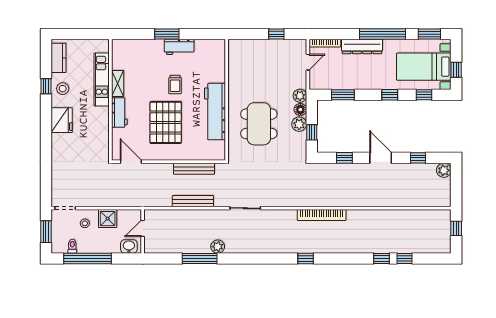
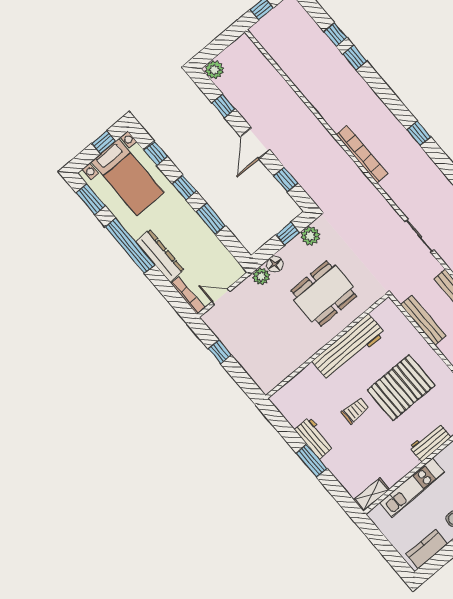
shelving: (118, 83) -> (372, 495), moved
window: (343, 95) -> (211, 219), moved
plant: (299, 124) -> (310, 236), moved

